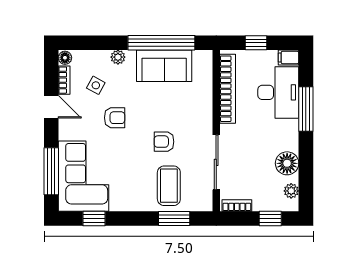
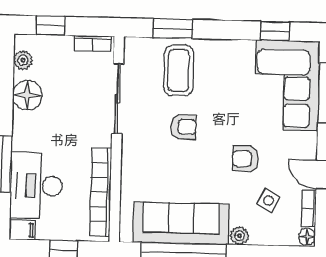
sofa: (164, 66) -> (181, 223), width x1.36

